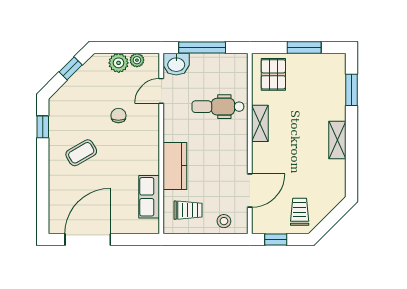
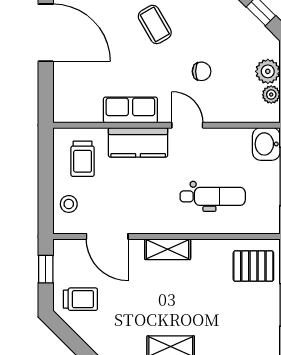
door: (161, 91) -> (187, 125), moved
dental chair: (218, 107) -> (213, 196), turned 90
shelving: (260, 123) -> (168, 249), moved
row of seats: (149, 197) -> (130, 110), moved

